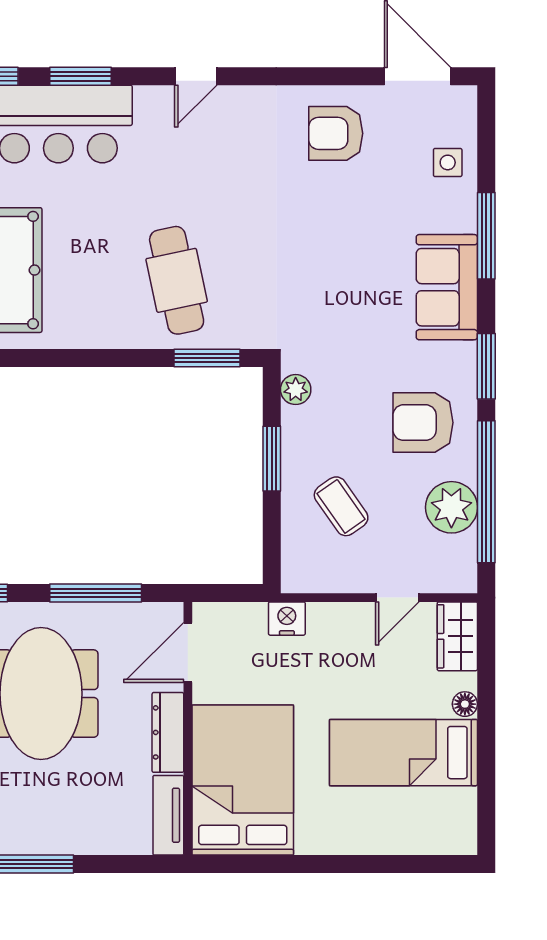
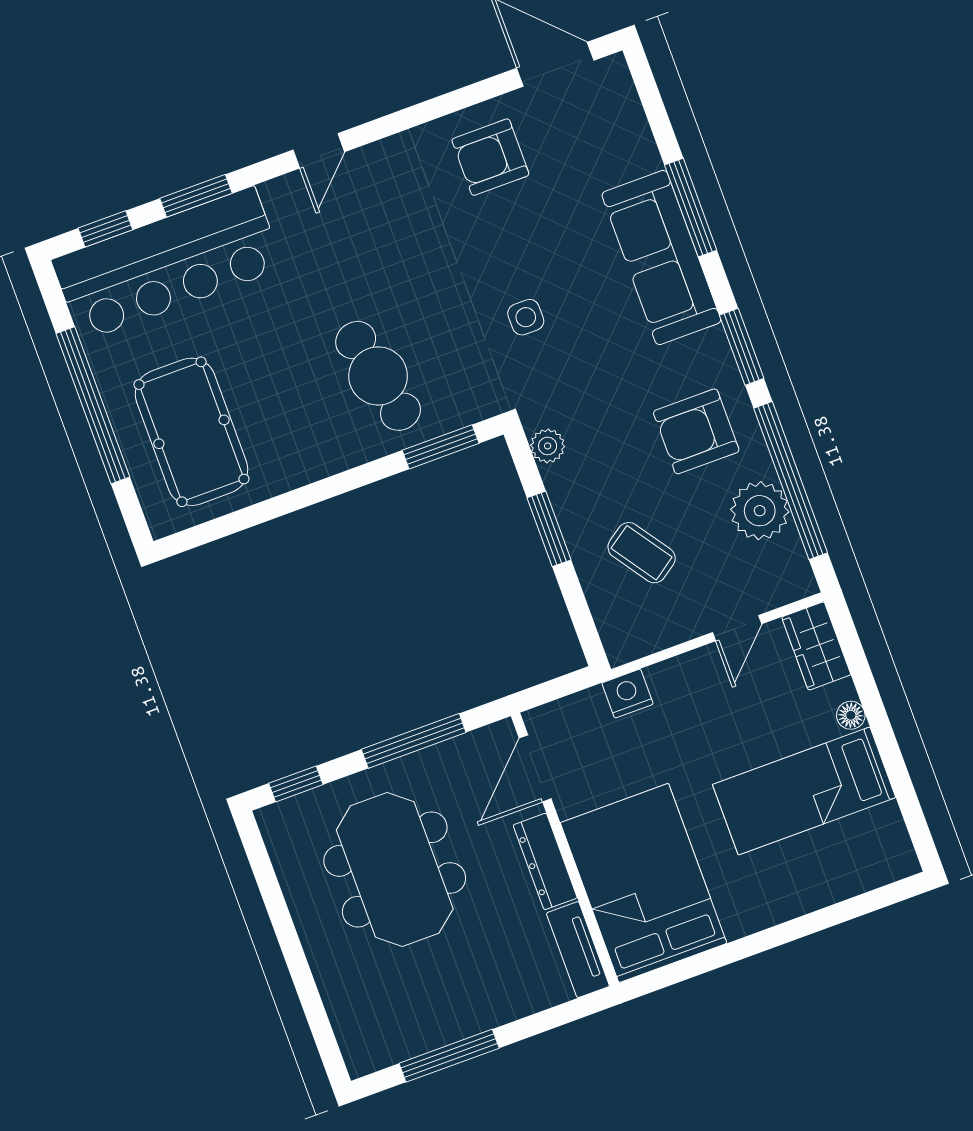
side table: (448, 162) -> (526, 317), moved
sofa: (447, 287) -> (661, 258), width x1.36

